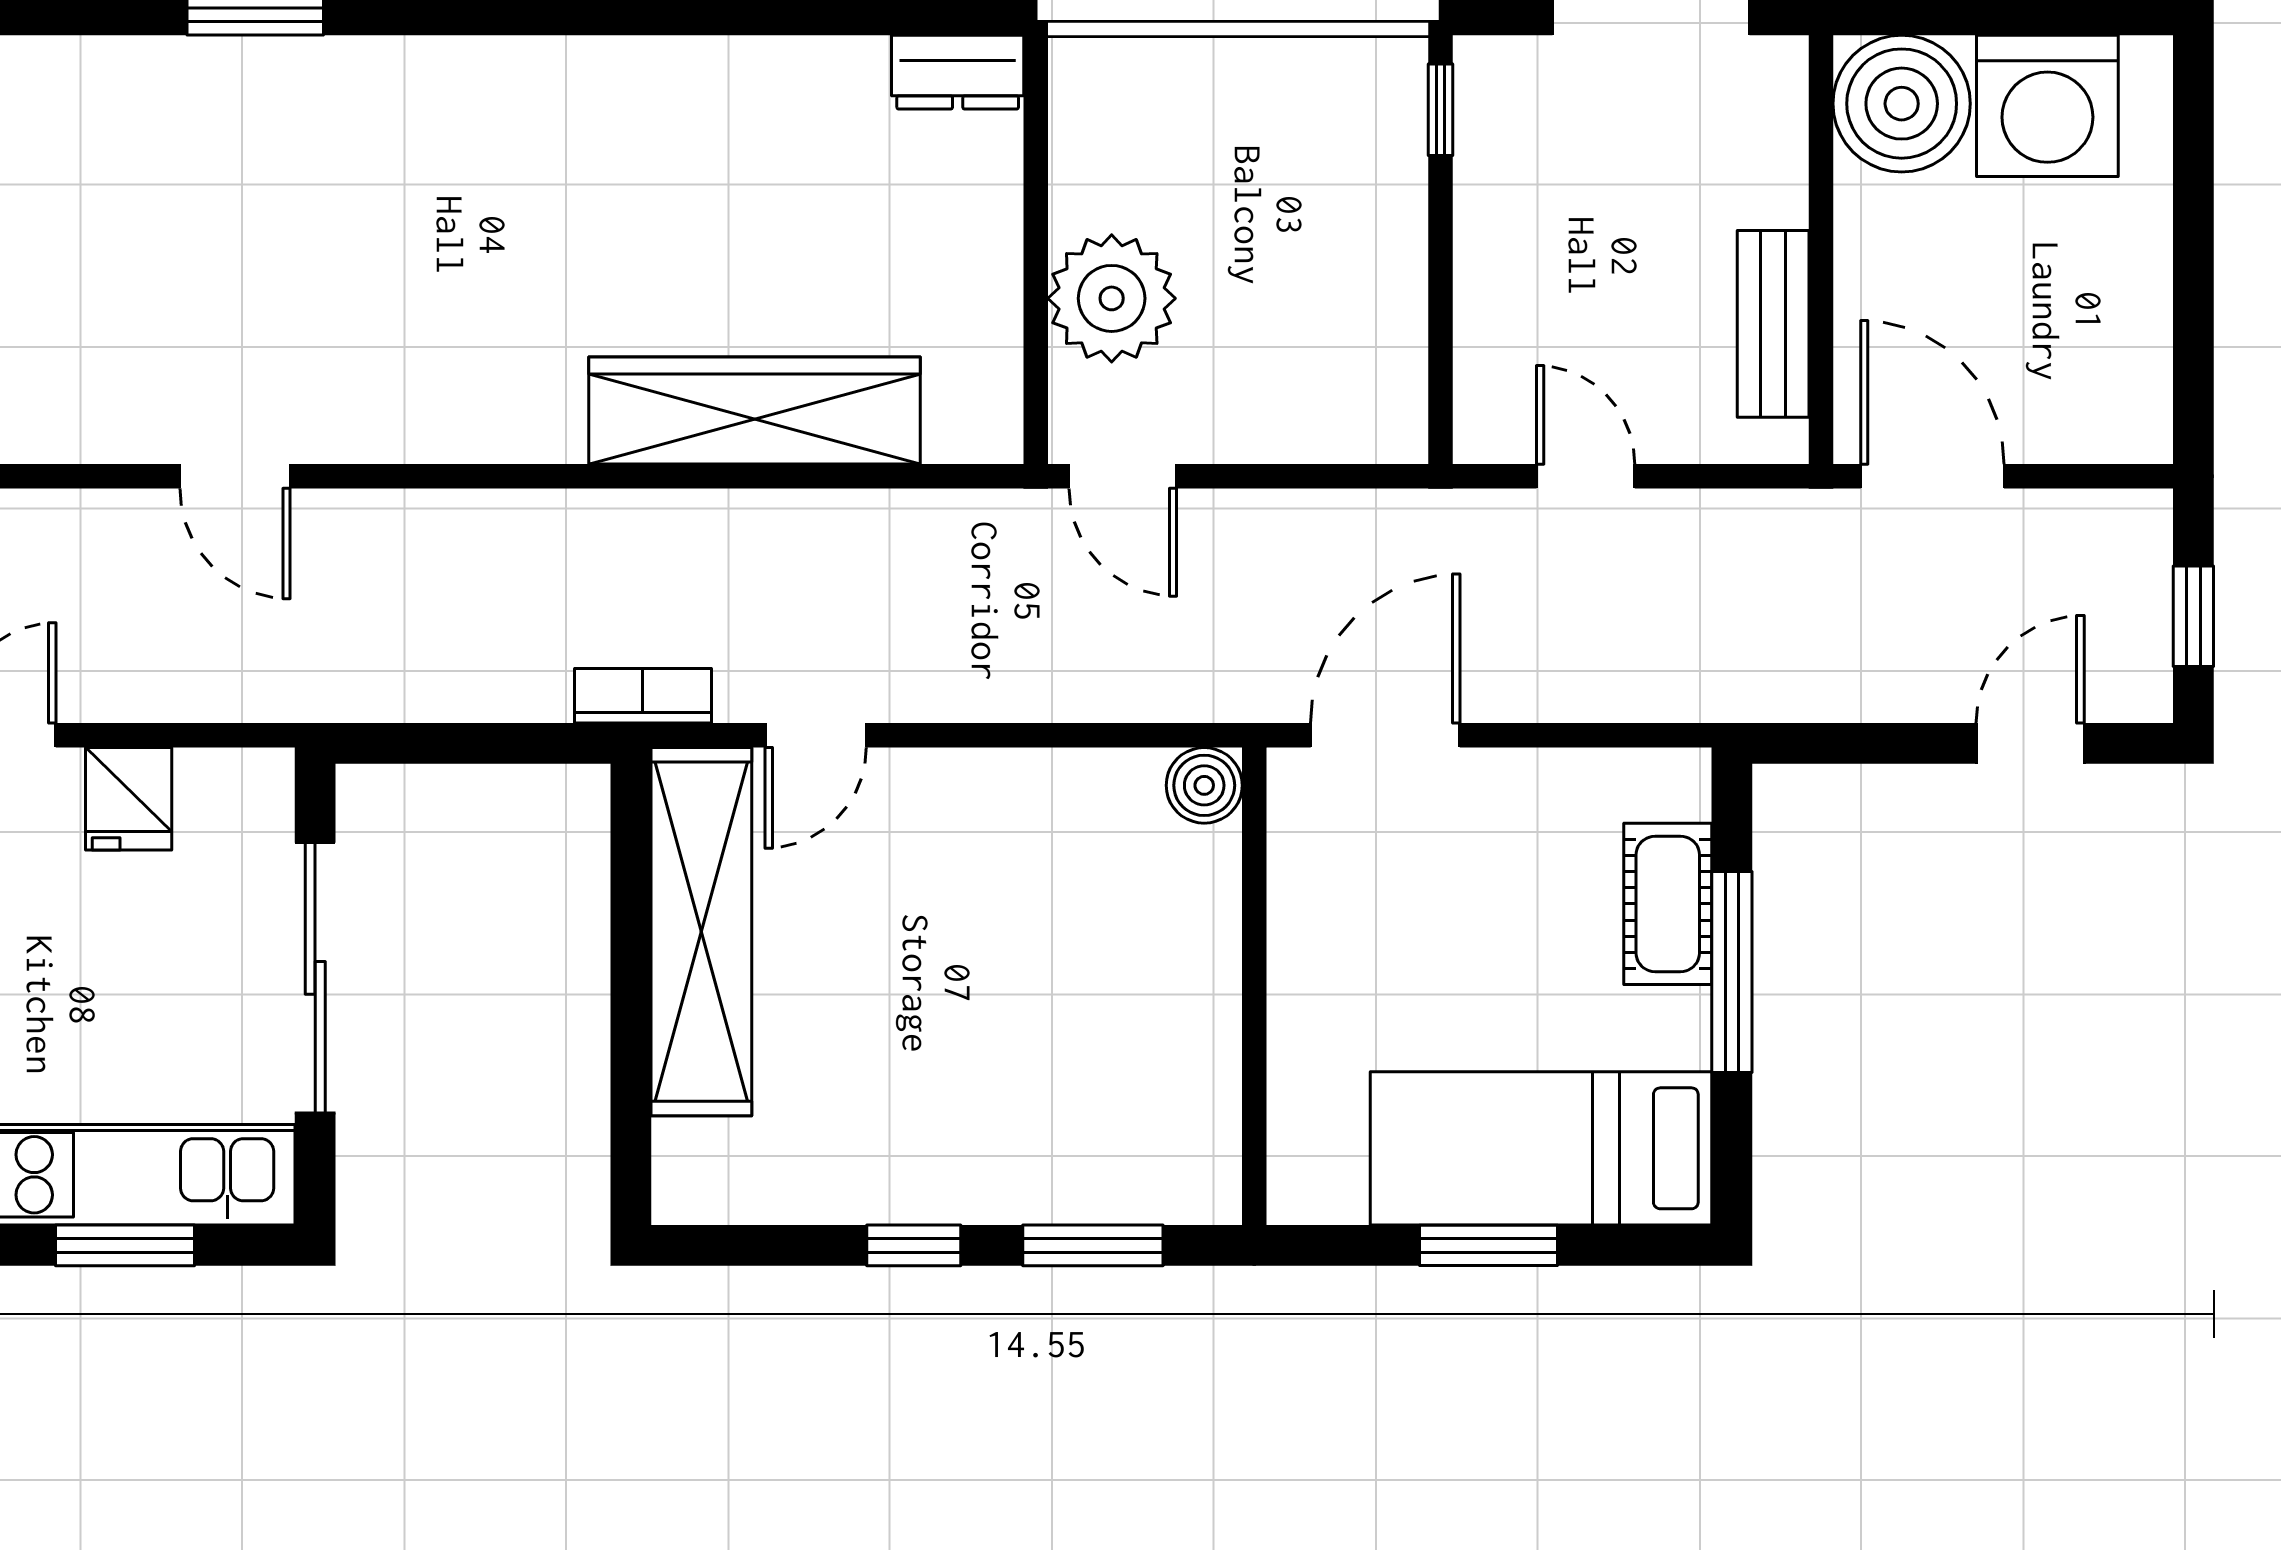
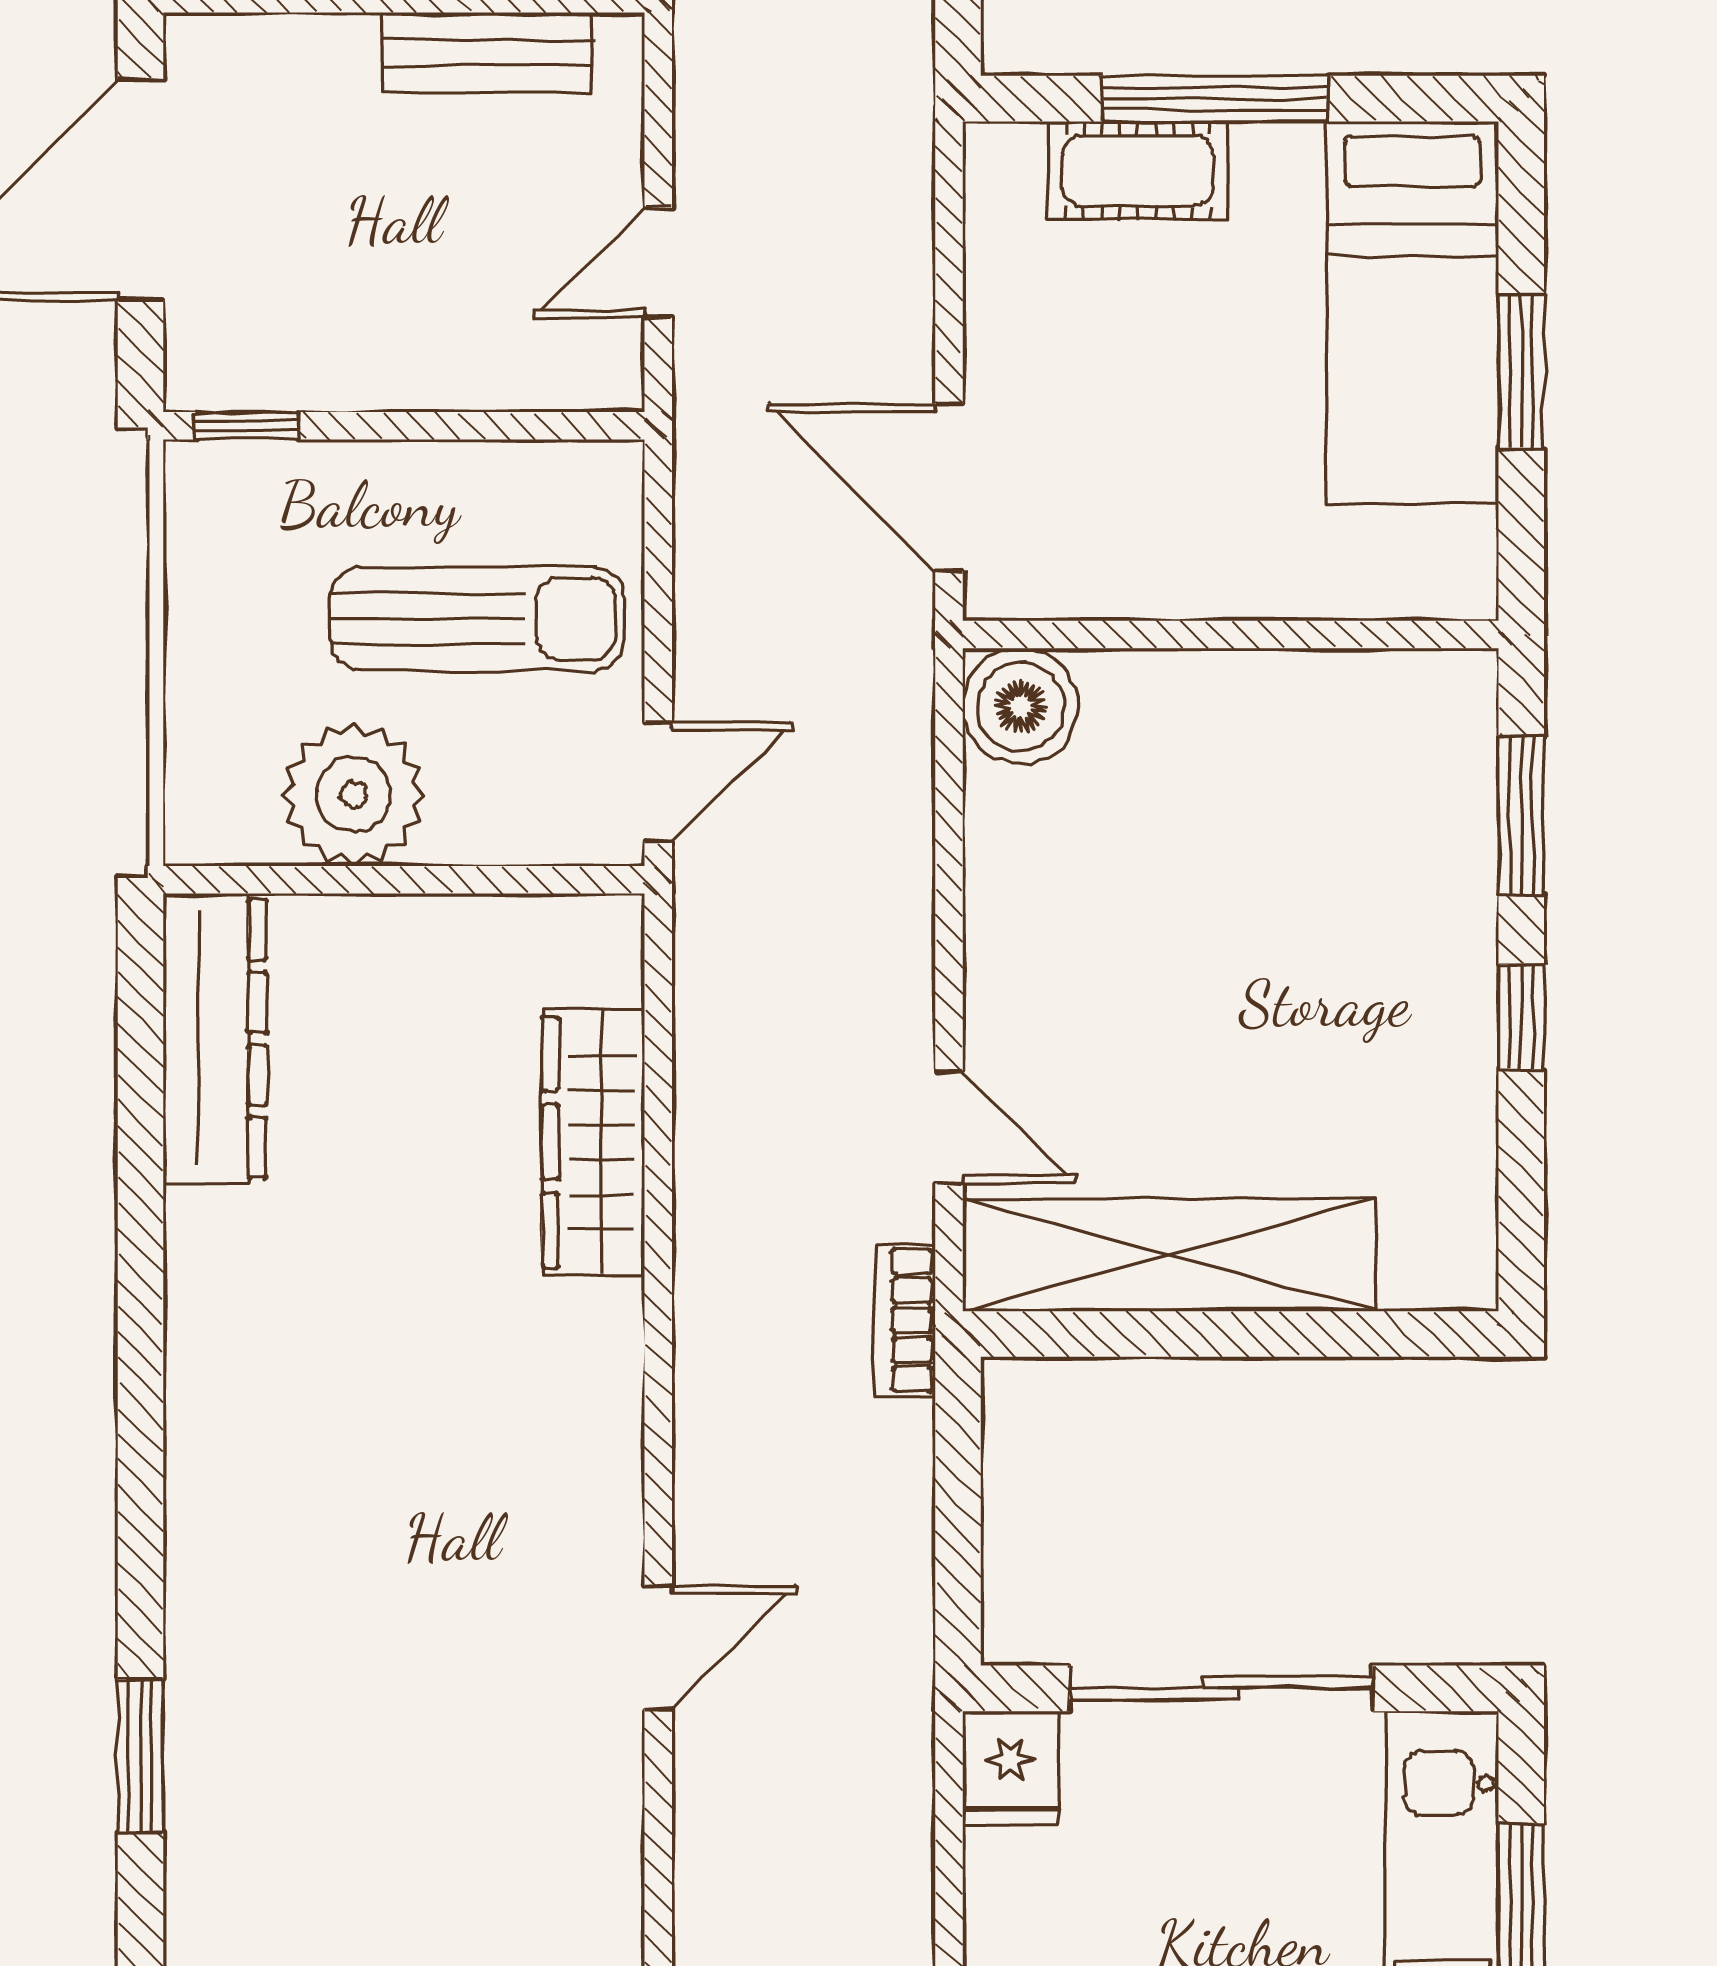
dresser: (958, 72) -> (215, 1039), width x1.96, depth x1.24
plant: (1112, 298) -> (354, 795), moved
sun lounger: (1269, 315) -> (477, 619), added
wardrobe: (755, 410) -> (593, 1142), width x0.71, depth x0.85
door: (235, 476) -> (658, 1647), moved
boiler: (1204, 785) -> (1021, 706), width x1.36, depth x1.36
fridge: (129, 799) -> (1011, 1769), moved, turned 90

